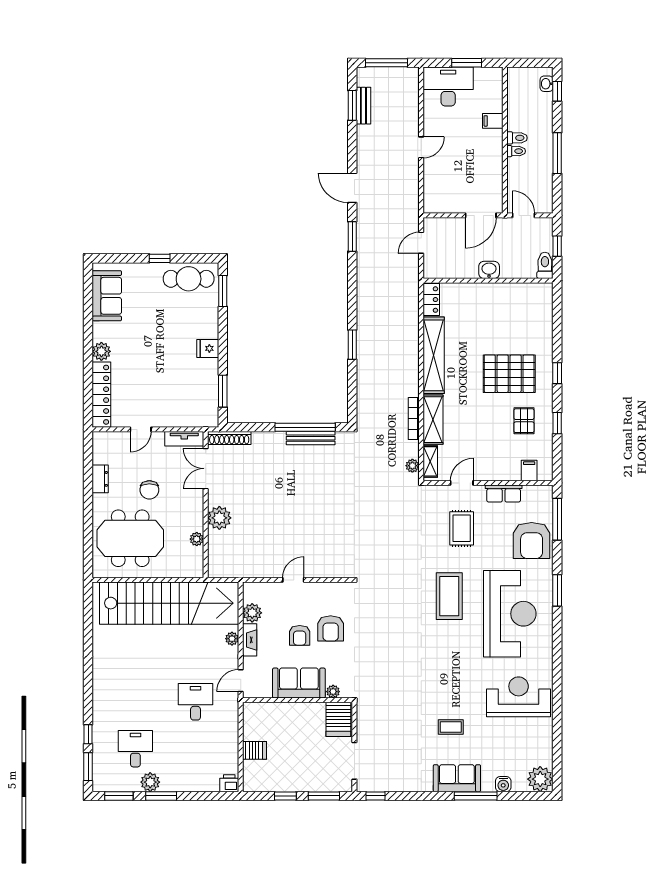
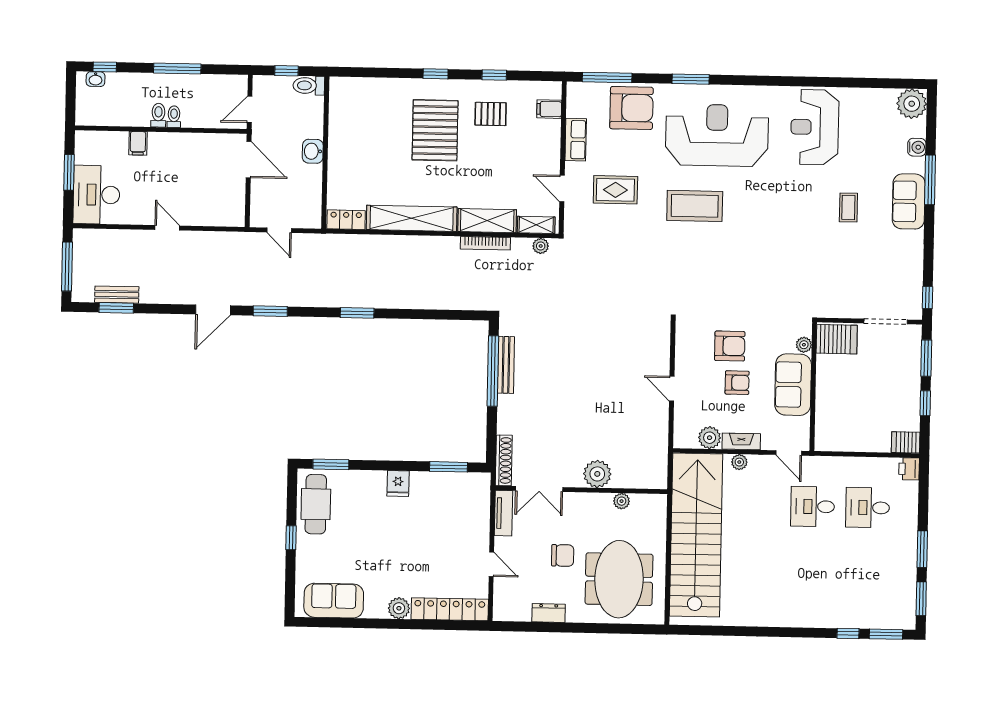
window: (352, 345) -> (357, 313), moved
desk: (135, 749) -> (868, 508), moved
server rack: (255, 750) -> (906, 442), moved, turned -90
plant: (150, 782) -> (906, 562), removed

